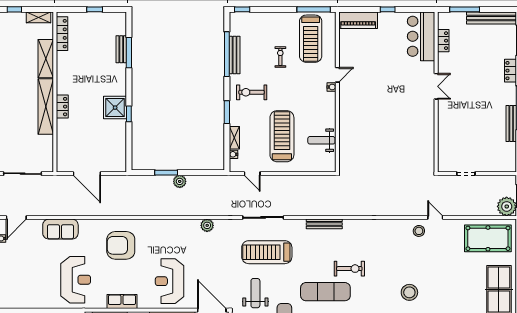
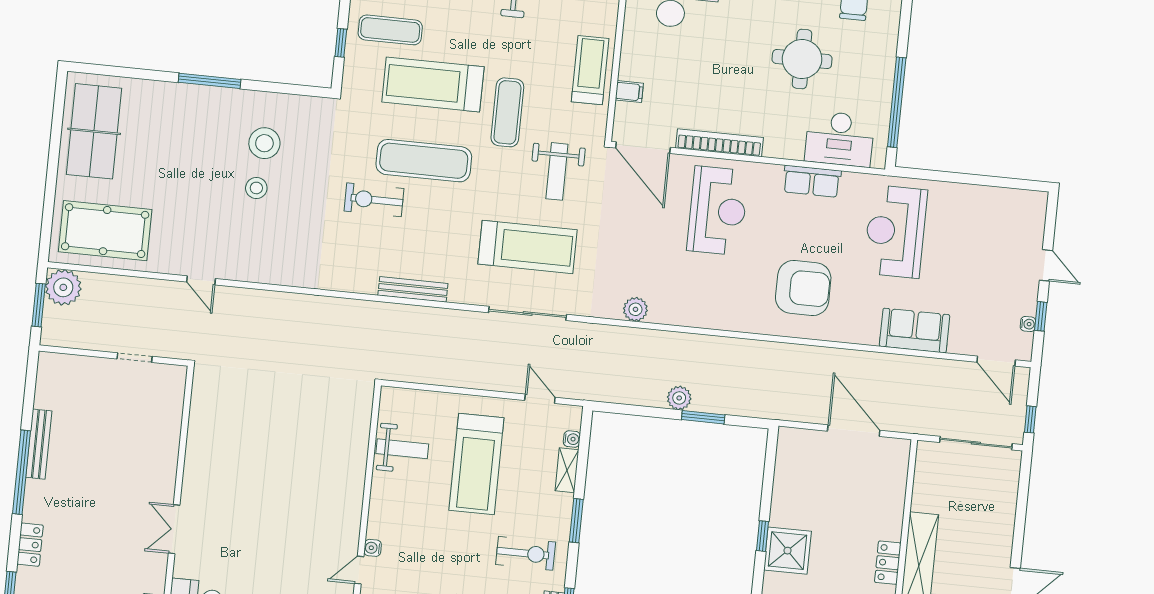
door: (16, 217) -> (996, 361), swing flipped
stool: (419, 231) -> (256, 188), moved

